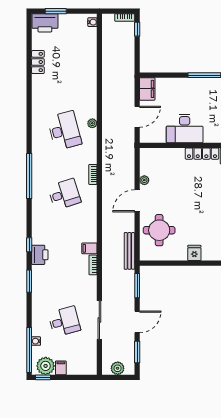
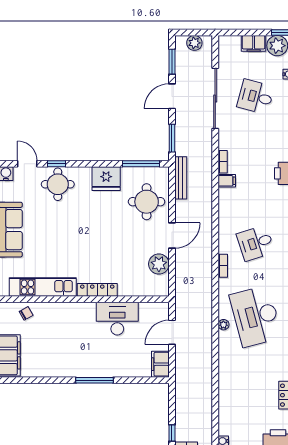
desk: (64, 131) -> (256, 316), width x1.36, depth x1.30
plant: (144, 180) -> (159, 264), width x1.88, depth x1.88
fridge: (194, 253) -> (106, 179), width x1.88, depth x1.34
window: (164, 263) -> (141, 164), added
sliding door: (99, 320) -> (215, 98), width x1.36
desk: (64, 321) -> (256, 97), turned 30
filing cabinet: (61, 368) -> (254, 43), width x2.00

